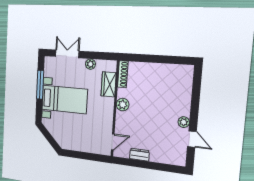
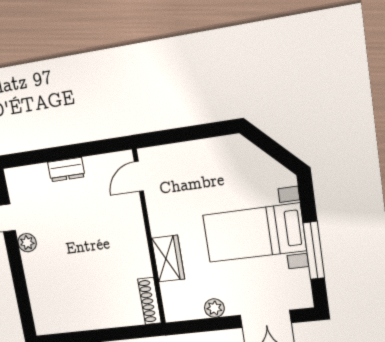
wardrobe: (109, 84) -> (168, 259), moved
plant: (123, 105) -> (137, 248), removed
dresser: (139, 155) -> (66, 170), moved

